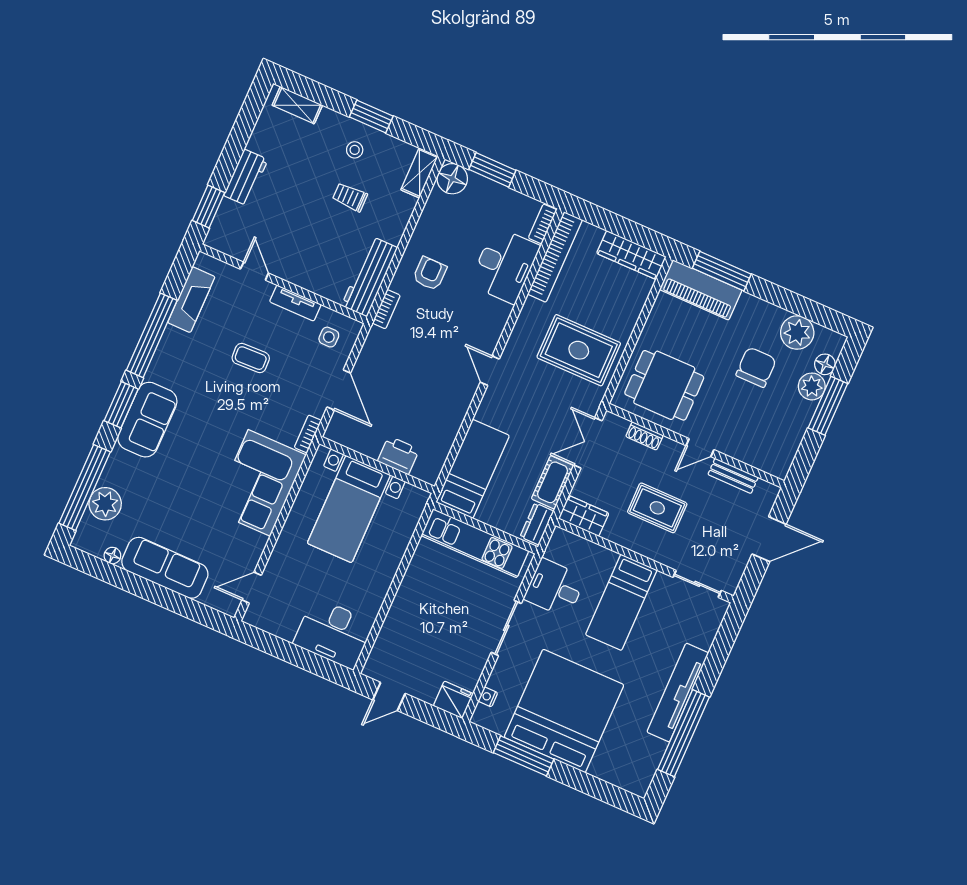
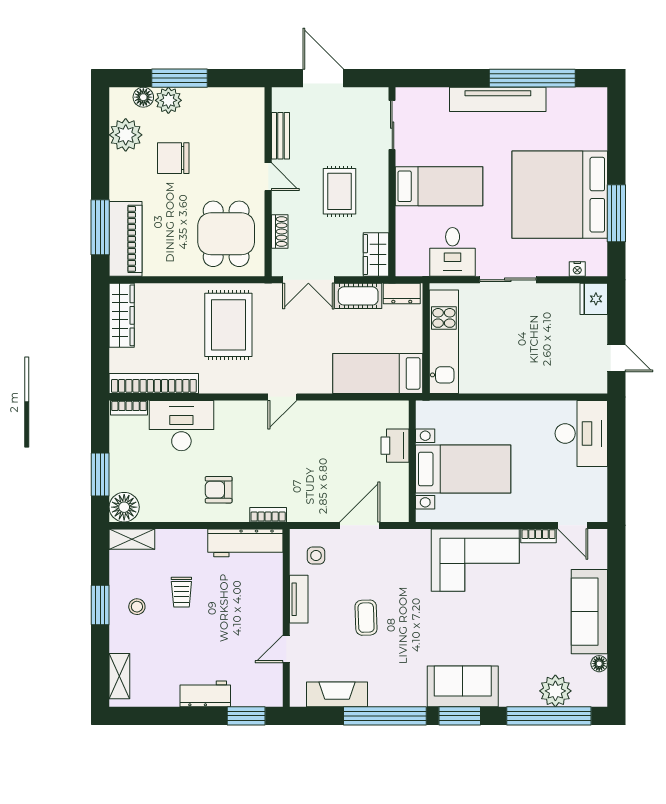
bookcase: (308, 434) -> (539, 536), moved

